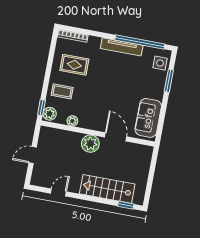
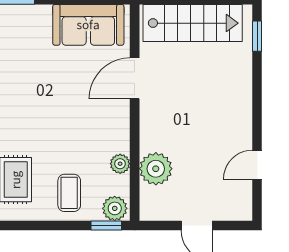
plant: (90, 144) -> (156, 169), moved
stairs: (107, 189) -> (193, 23), moved, turned -90
door: (58, 192) -> (257, 165), hinge flipped

